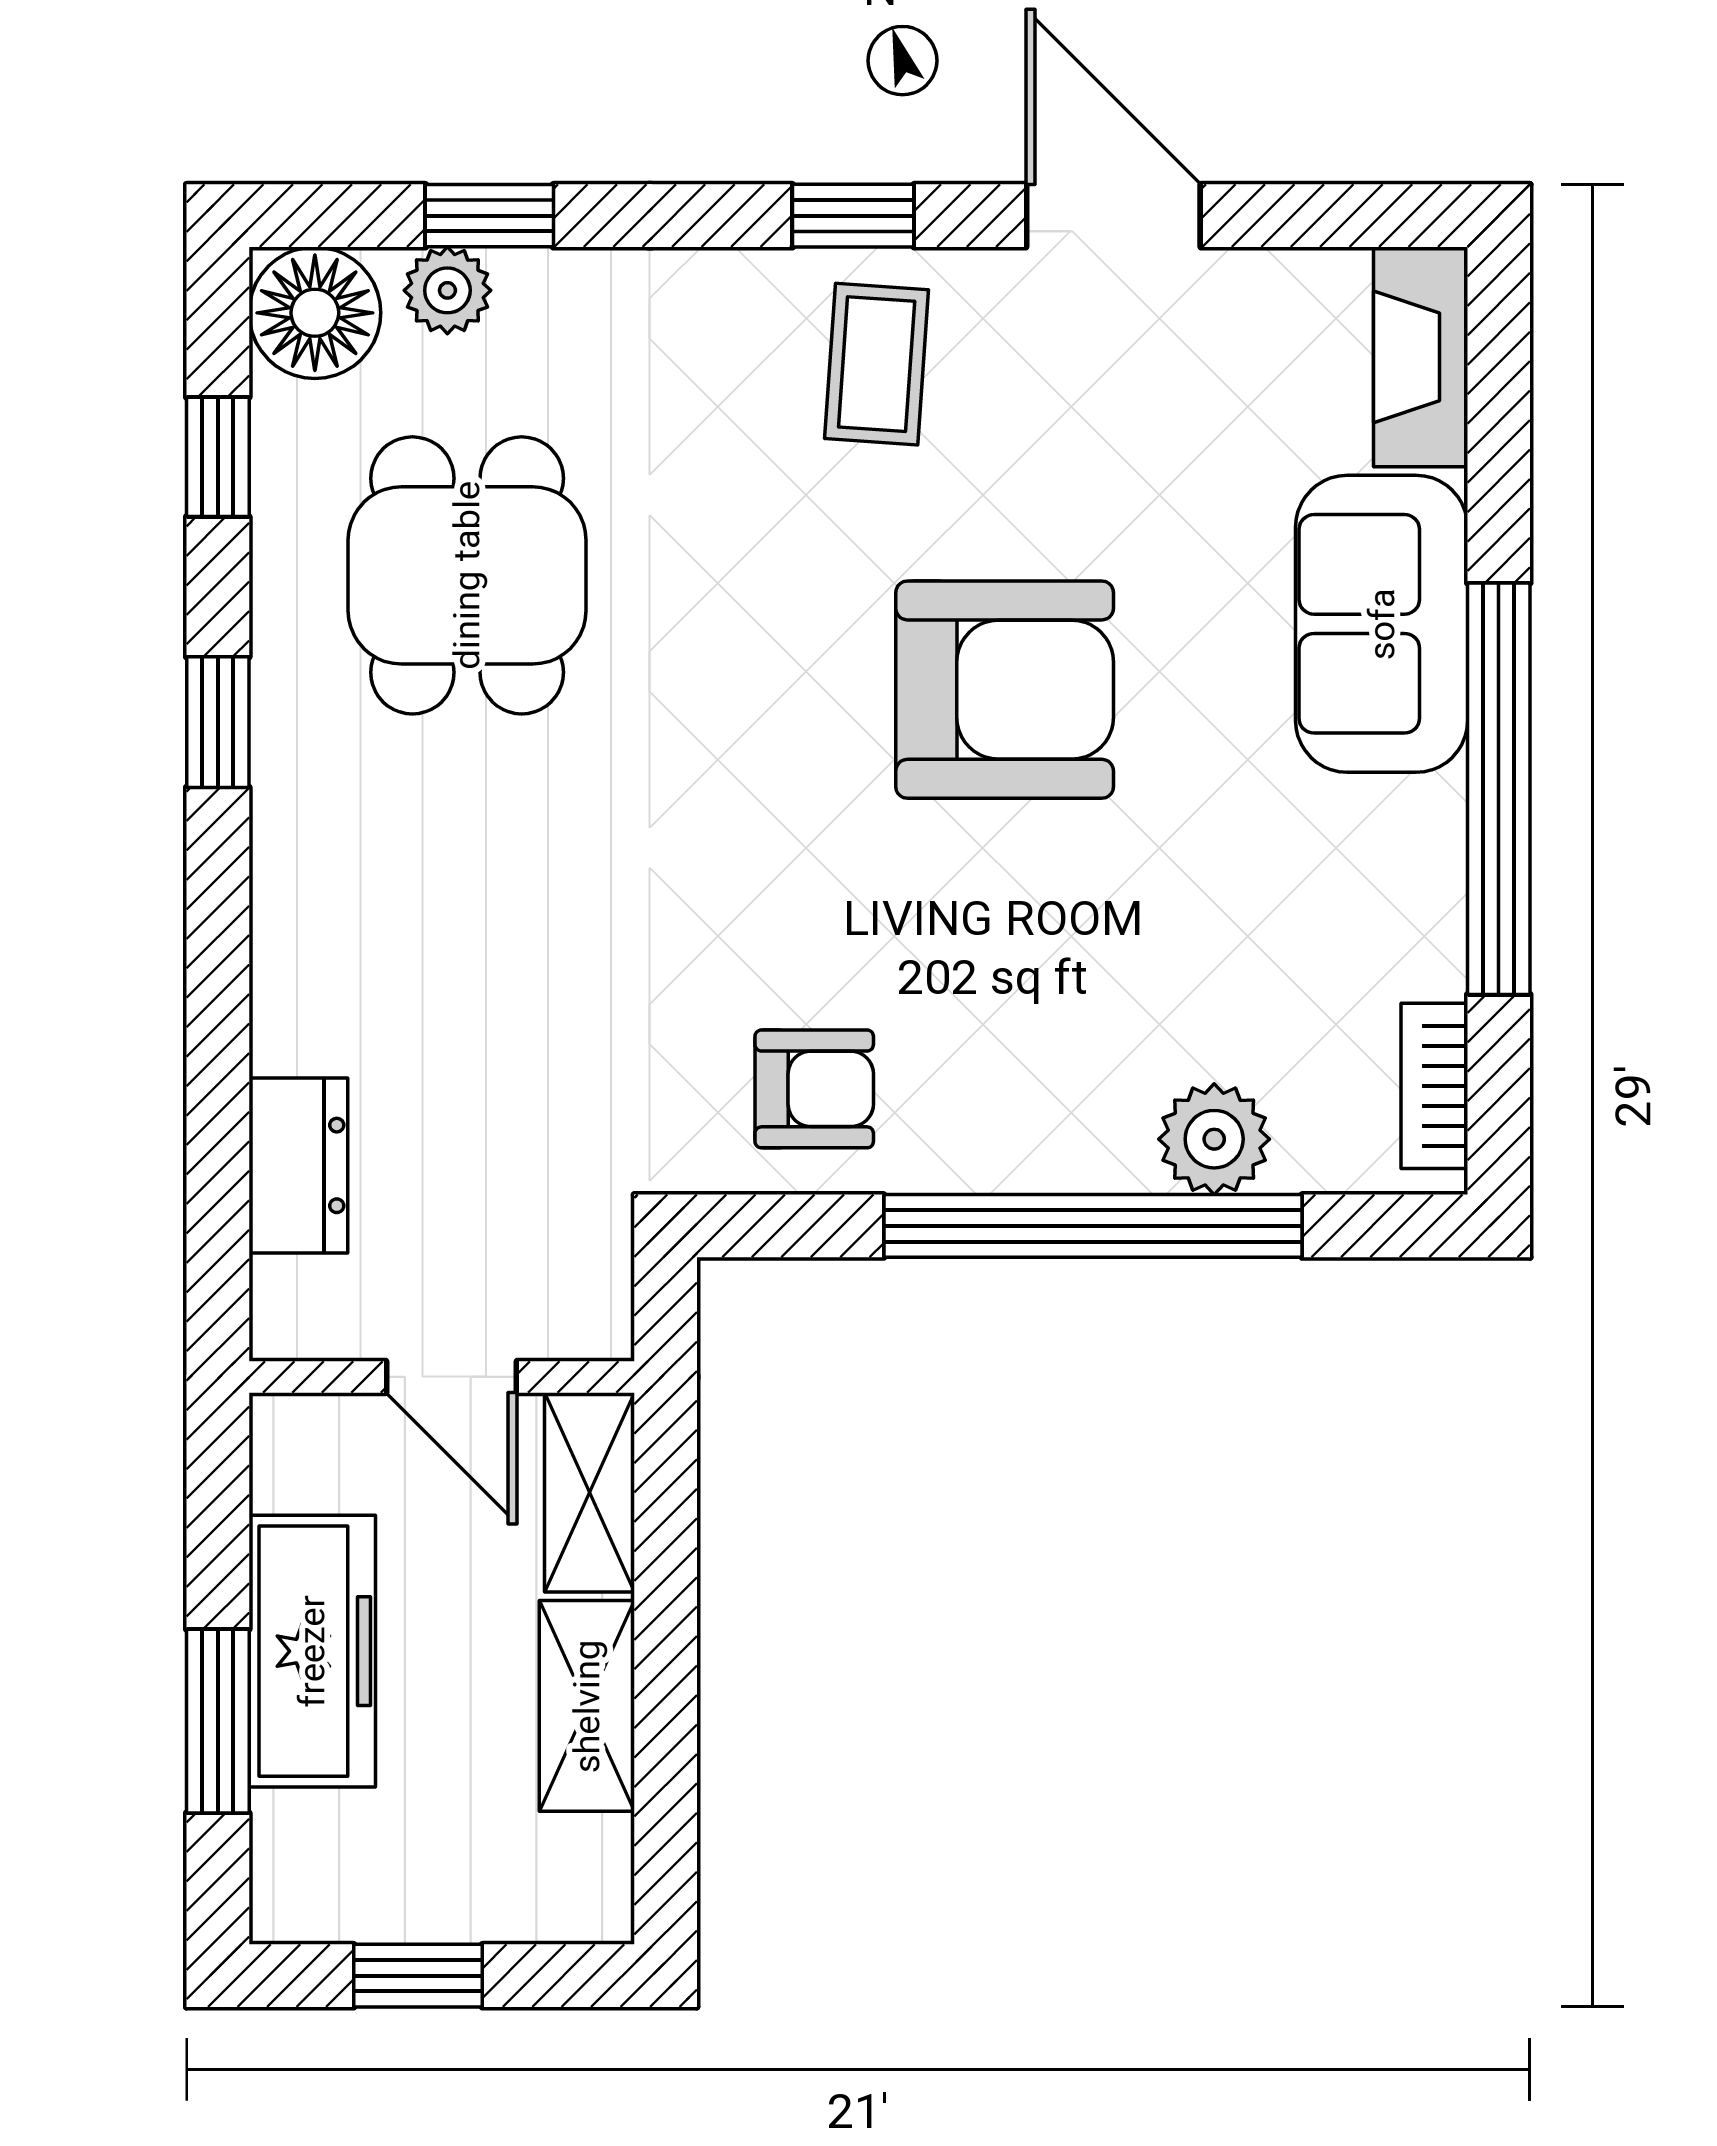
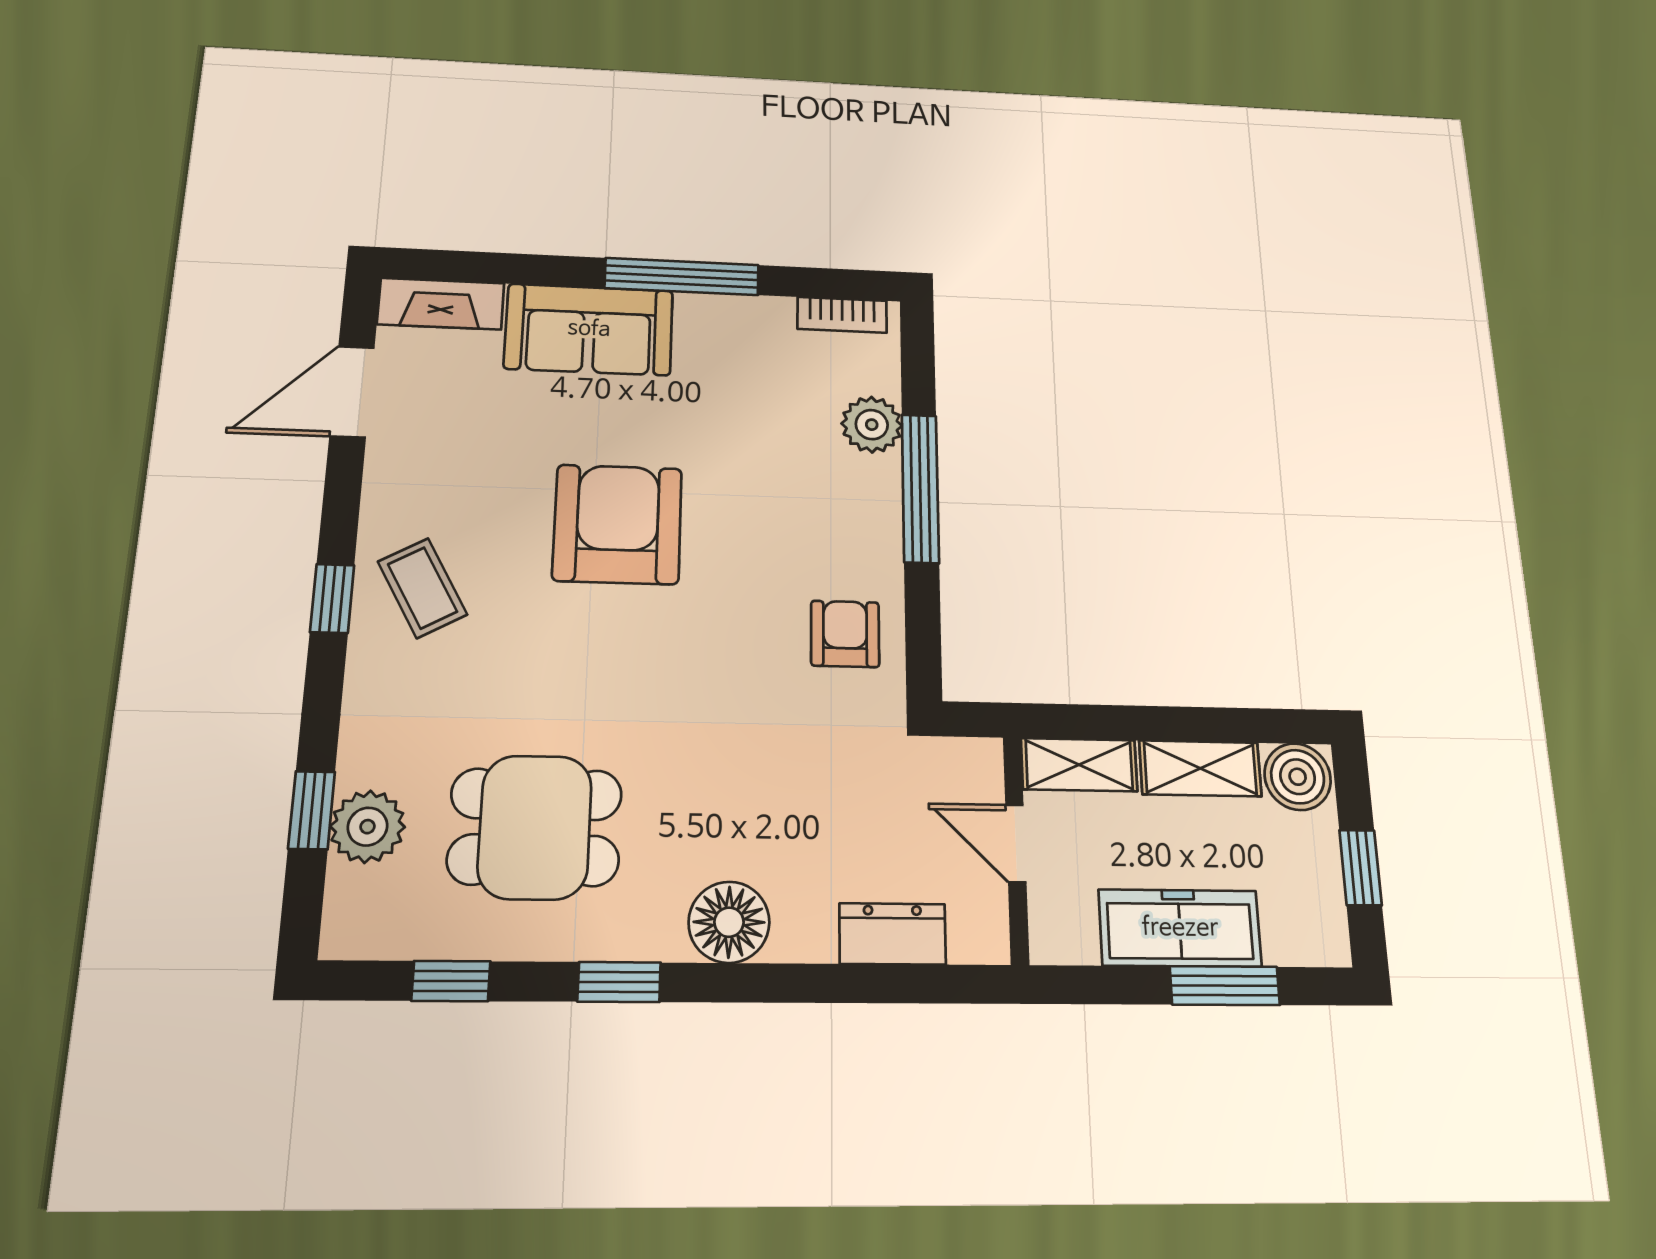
door: (1113, 216) -> (352, 392), moved
plant: (447, 290) -> (368, 827), width x1.38, depth x1.38
floor lamp: (315, 313) -> (729, 922), moved
coffee table: (877, 364) -> (422, 588), turned 57
window: (1499, 789) -> (682, 277), width x0.68
window: (1093, 1226) -> (920, 488), width x0.68
door: (451, 1377) -> (1016, 843), swing flipped
boiler: (575, 1879) -> (1298, 777), added

